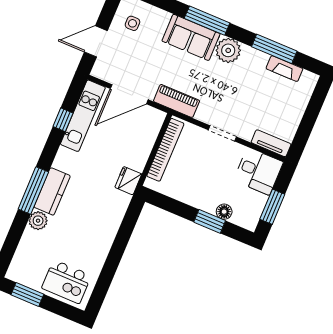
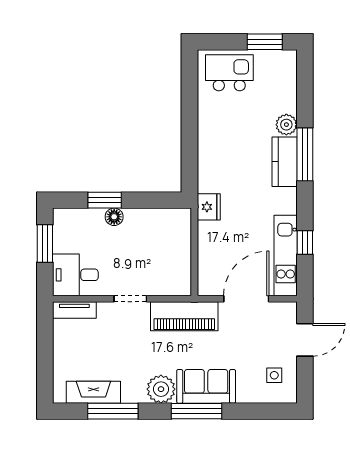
fireplace: (284, 69) -> (93, 392), width x1.37, depth x1.32
piano: (176, 101) -> (184, 316), width x1.37, depth x1.33
bookcase: (165, 150) -> (183, 256), removed
floor lamp: (224, 212) -> (114, 217), moved

